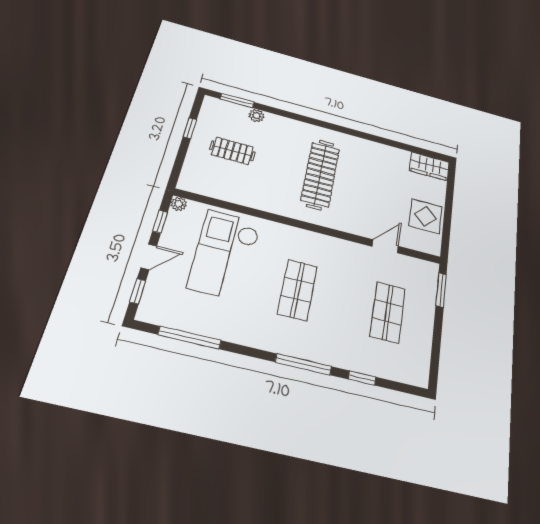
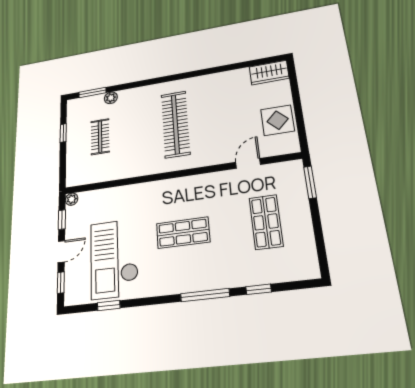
clothes rail: (232, 151) -> (100, 137), turned 90
checkout: (225, 254) -> (114, 259), moved
shop shelf: (297, 290) -> (183, 233), turned 90
window: (190, 338) -> (109, 305), width x0.46

